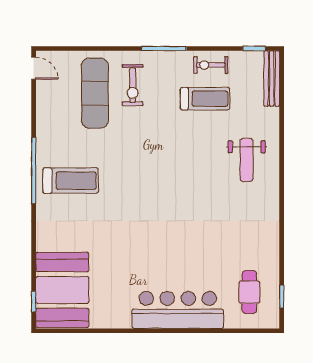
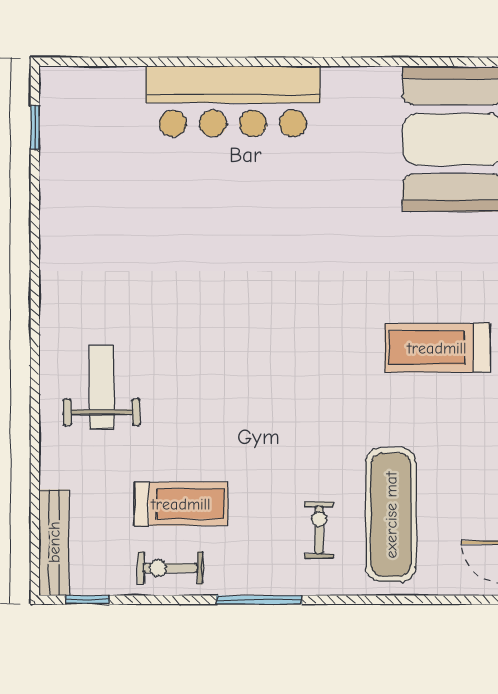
exercise bike: (211, 65) -> (170, 568), turned 180
exercise bike: (133, 85) -> (319, 530), width x0.73, depth x0.72
treadmill: (205, 99) -> (181, 504), turned 180
cafe table: (249, 292) -> (96, 135), removed

